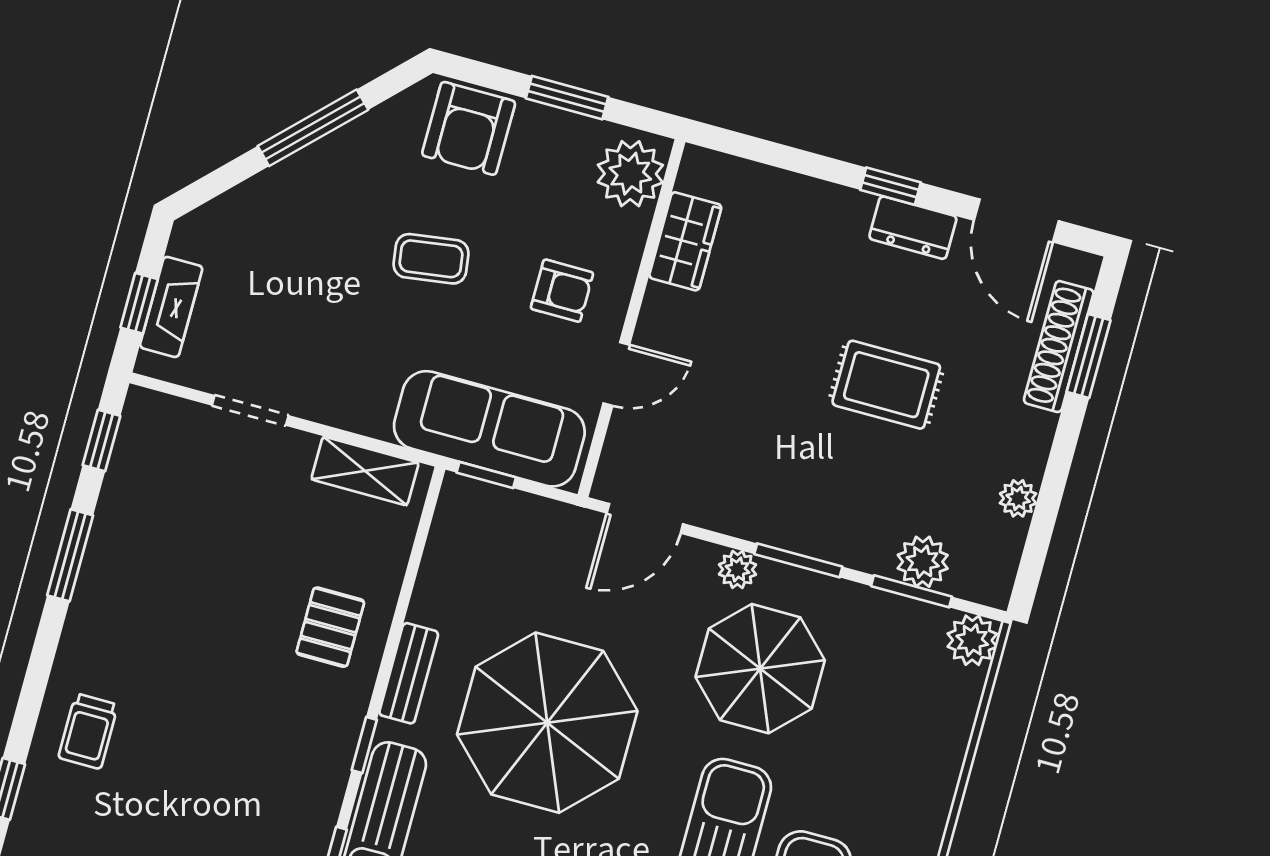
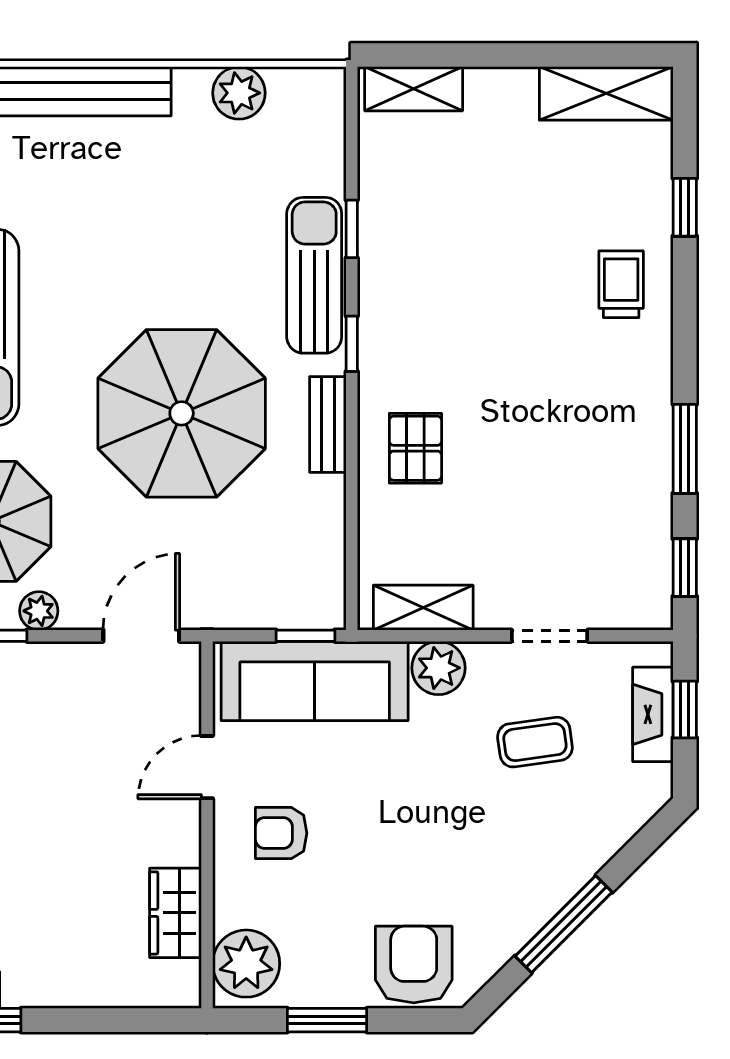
coffee table: (431, 259) -> (535, 742), moved
plant: (366, 409) -> (438, 668), added

